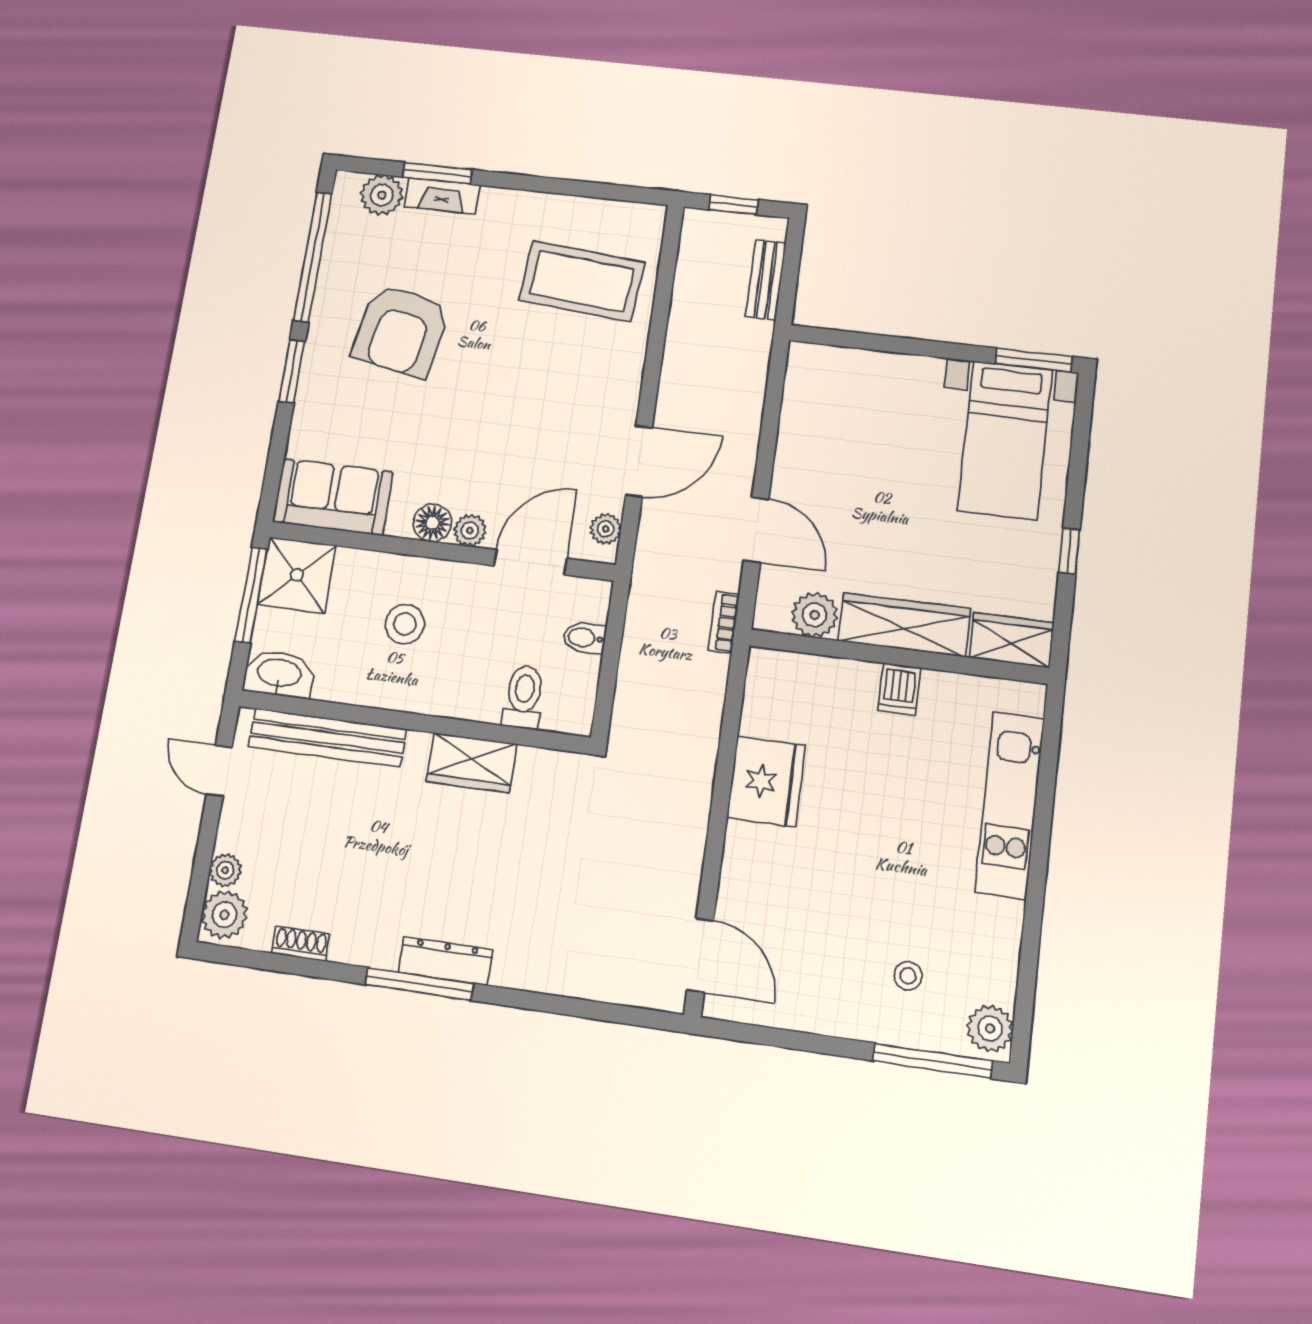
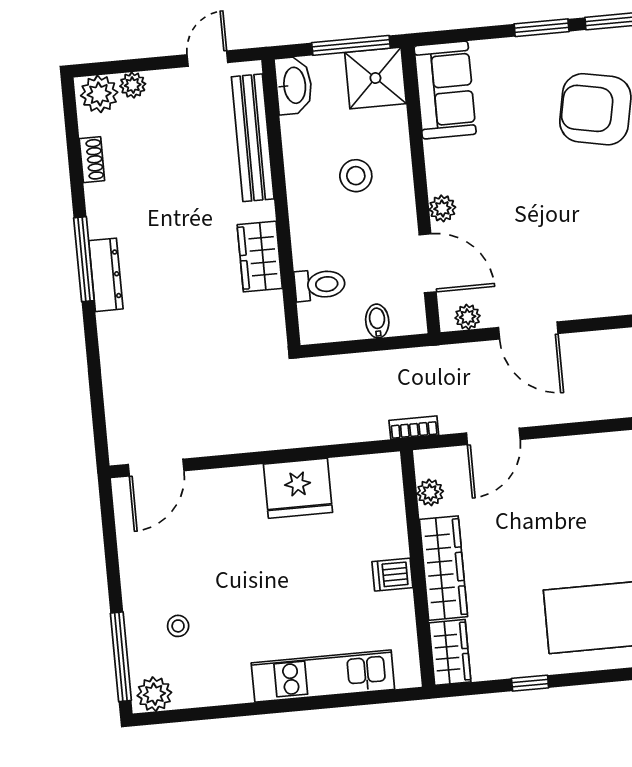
floor lamp: (432, 523) -> (442, 177), removed
plant: (815, 615) -> (430, 492), width x0.73, depth x0.73

